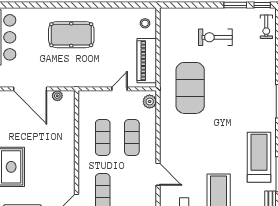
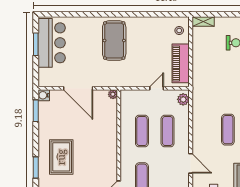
shelving: (172, 13) -> (203, 22), added
pool table: (71, 35) -> (114, 41), turned 90
exercise mat: (190, 88) -> (228, 130), moved, width x0.50, depth x0.69
plant: (57, 96) -> (113, 94), moved

